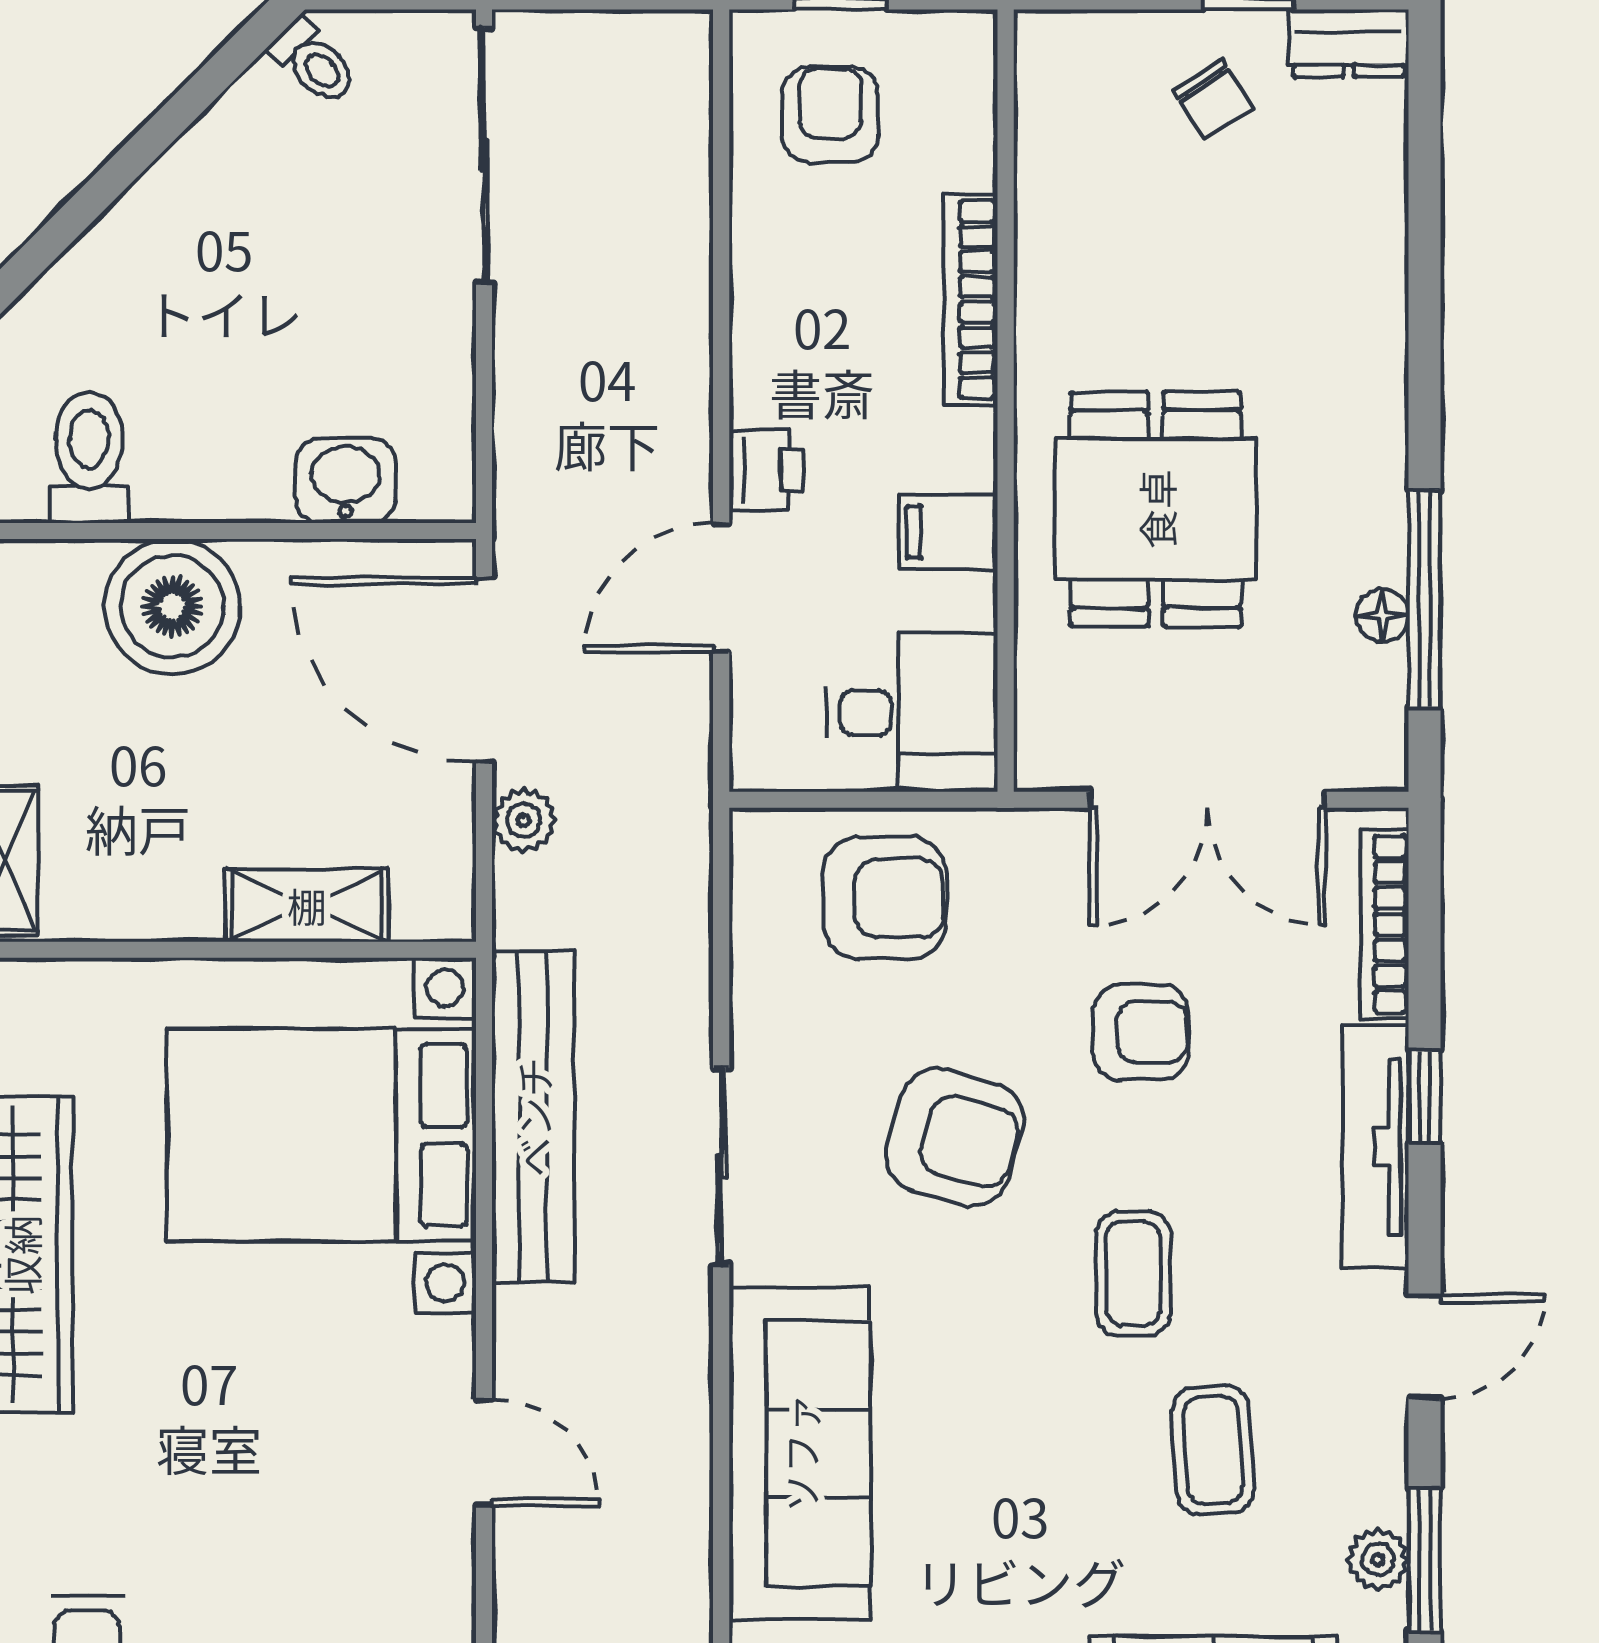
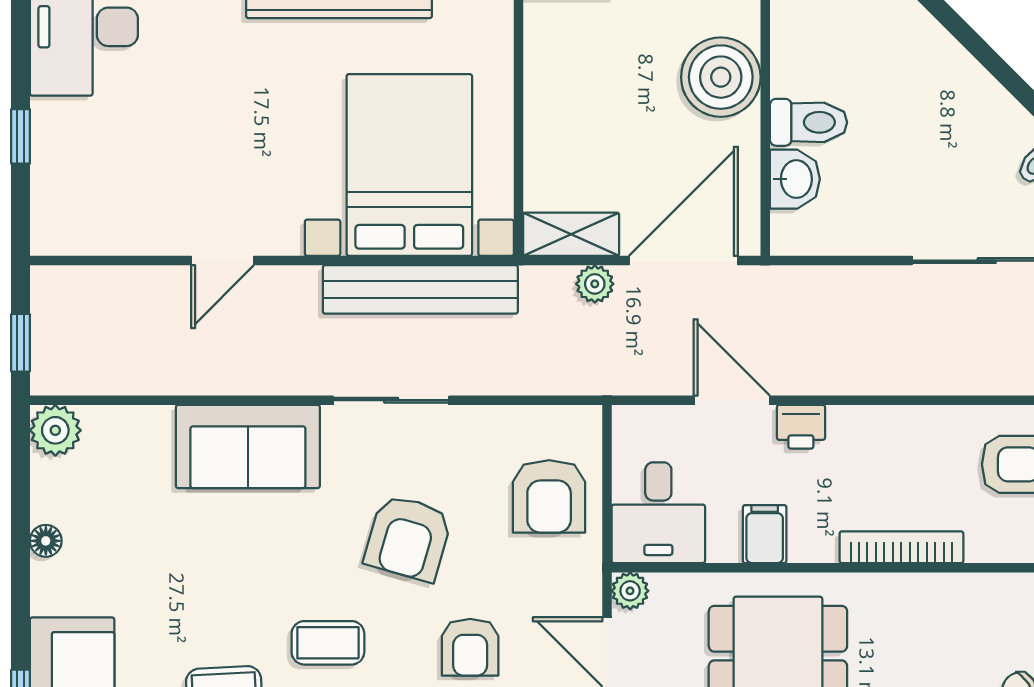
toilet: (89, 457) -> (809, 122), moved
plant: (1045, 760) -> (630, 591), added
shelving: (307, 905) -> (571, 234), moved, turned 90
sofa: (800, 1453) -> (248, 446), width x0.73

